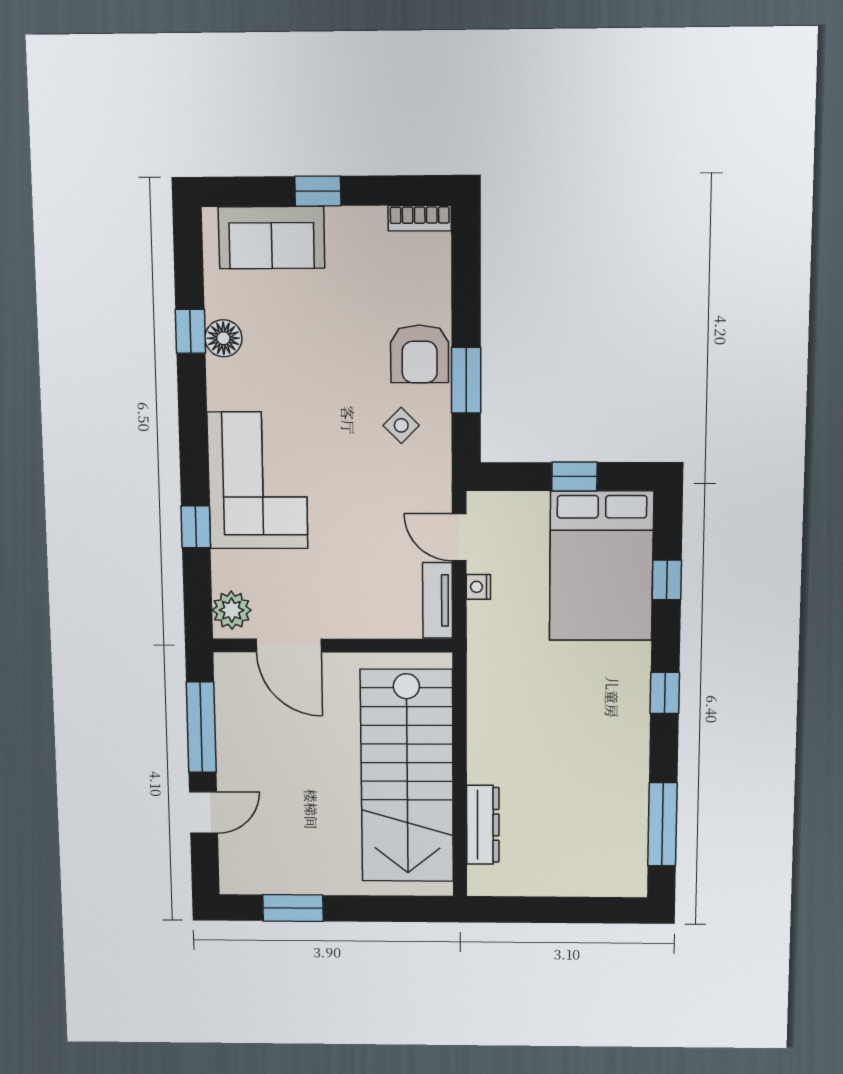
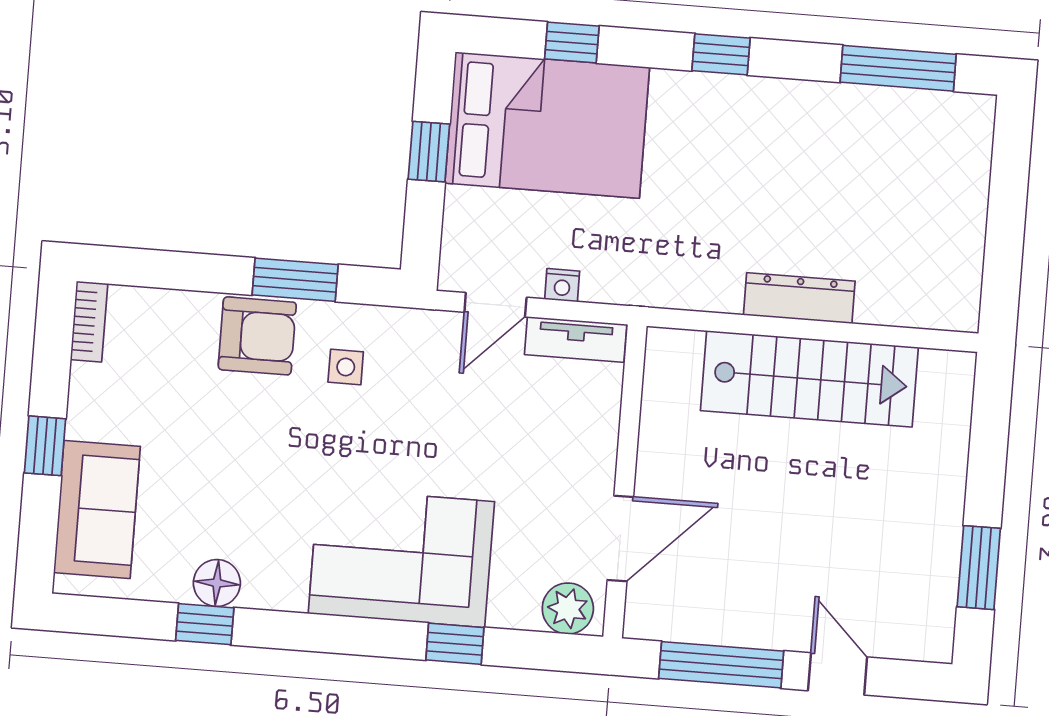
side table: (401, 425) -> (346, 367), turned 45
stairs: (407, 776) -> (809, 379), width x0.73, depth x0.66
dresser: (483, 825) -> (799, 298), moved

